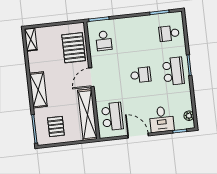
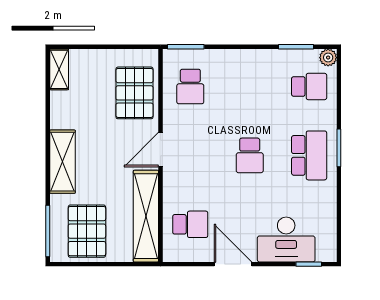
school desk: (169, 33) -> (309, 87), turned 180
school desk: (141, 75) -> (250, 155), turned 90
school desk: (112, 116) -> (190, 224), width x0.54
plant: (189, 116) -> (328, 58), moved
desk: (162, 119) -> (286, 239), width x1.37
pallet: (56, 127) -> (87, 231), width x1.50, depth x1.42

